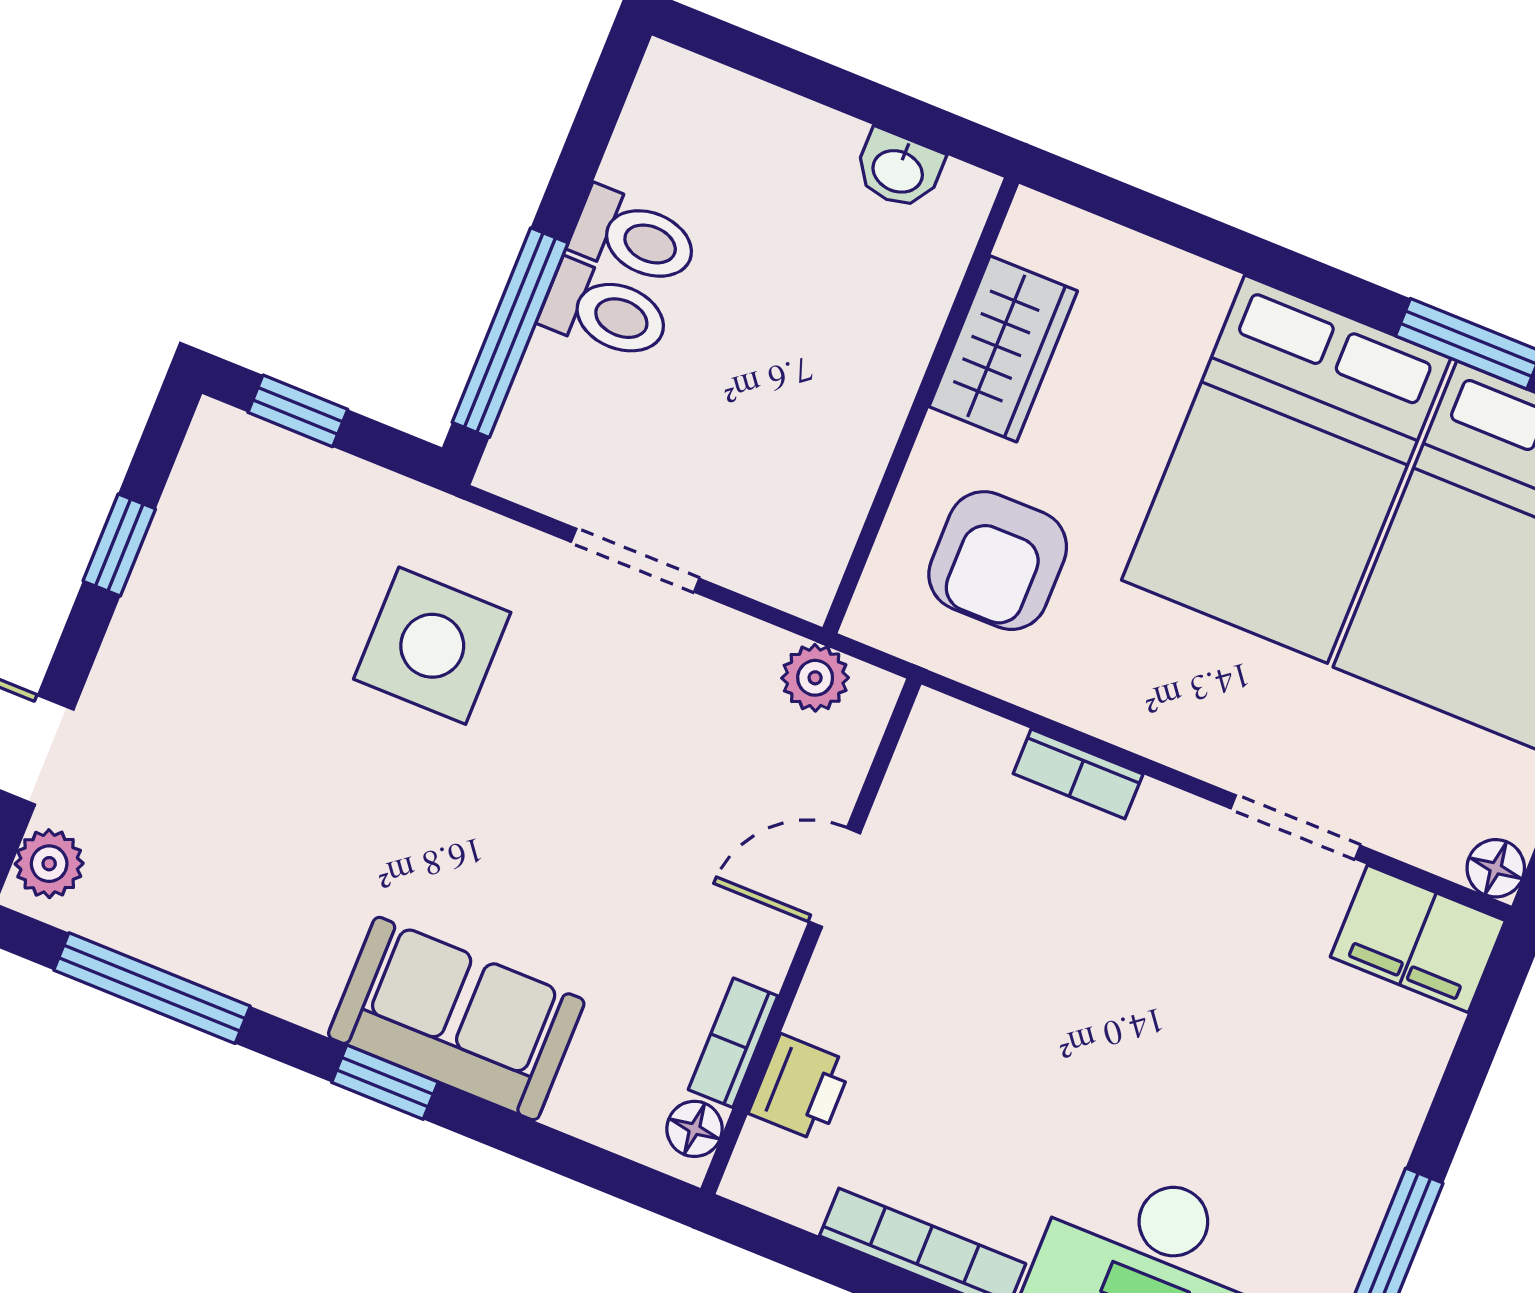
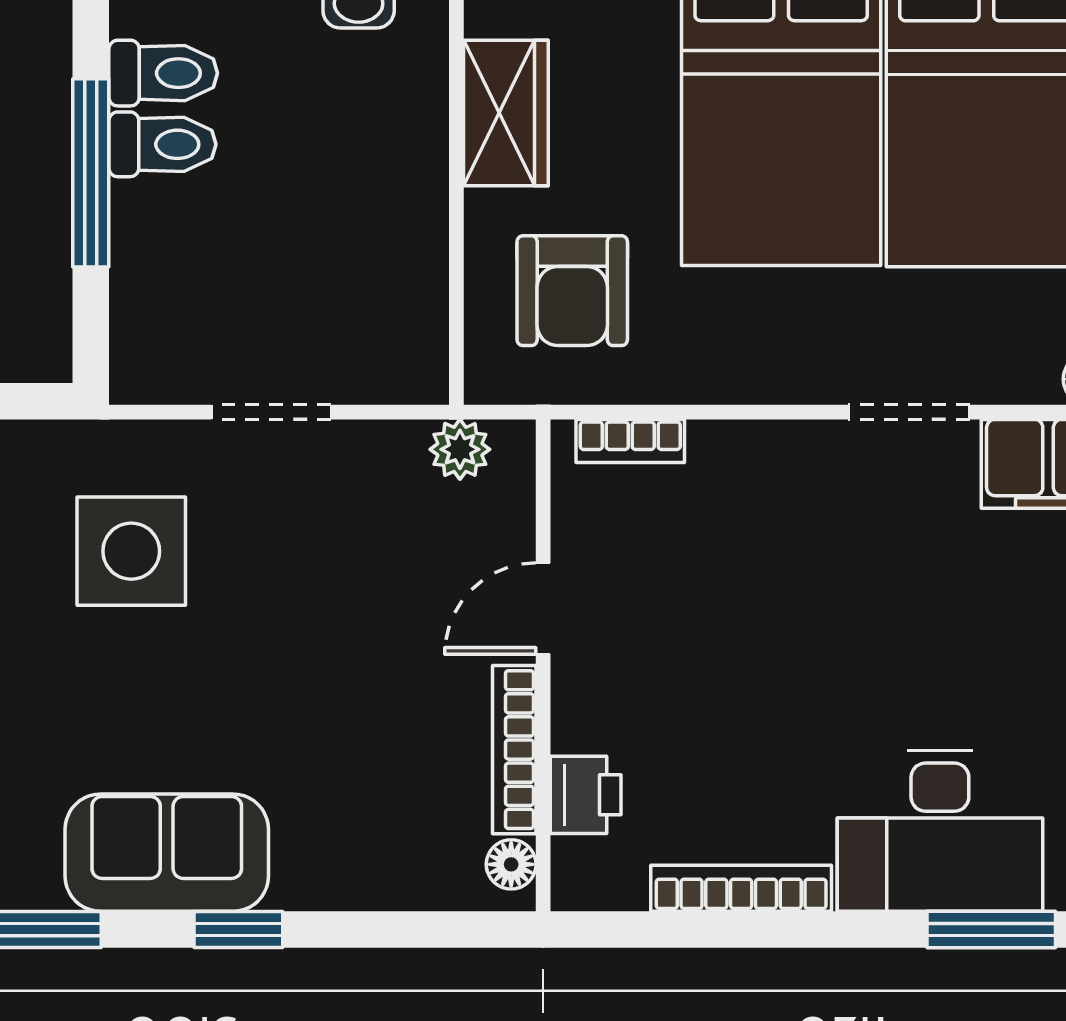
toilet: (606, 312) -> (163, 73), moved
window: (510, 333) -> (91, 173), moved
bookcase: (1078, 774) -> (630, 441), moved
sofa: (456, 1019) -> (167, 853), moved
bookcase: (733, 1043) -> (514, 750), width x1.56

